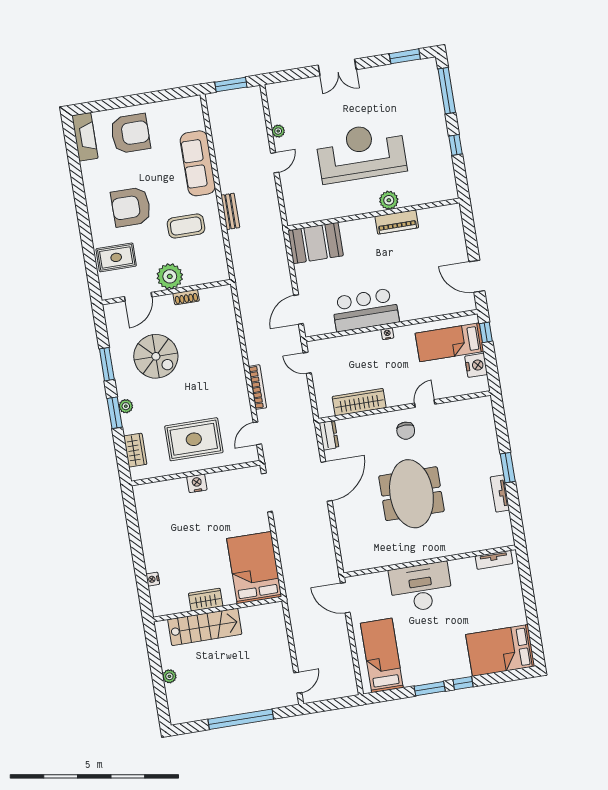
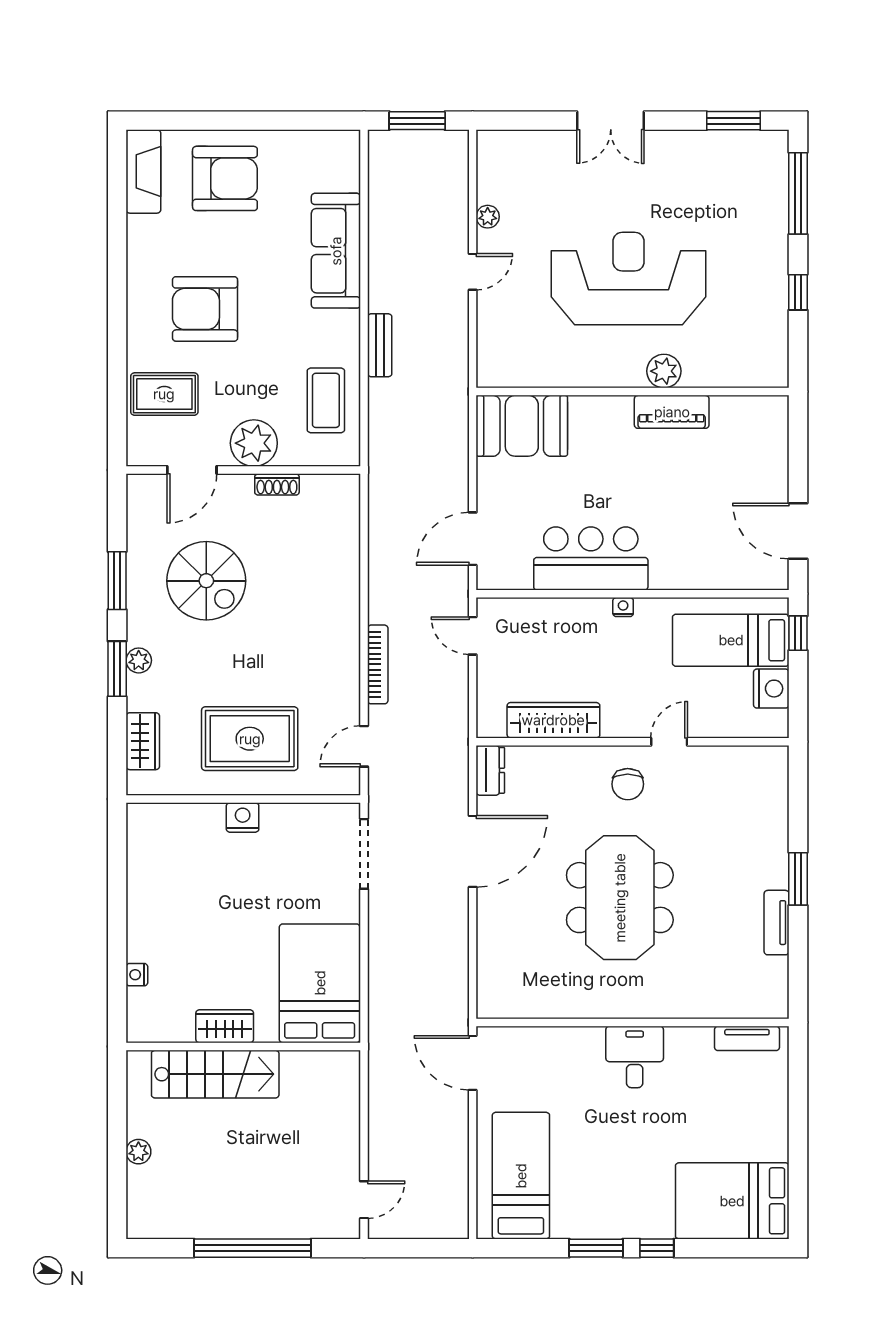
coffee table: (186, 226) -> (326, 400), moved, turned 90
desk: (421, 587) -> (635, 1057), width x0.53, depth x0.77

